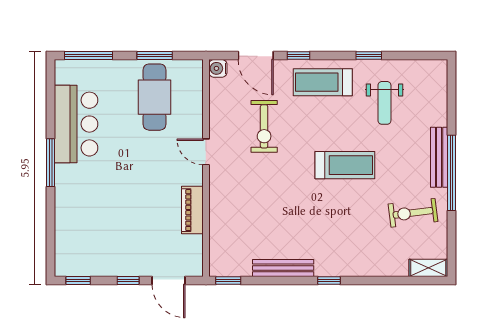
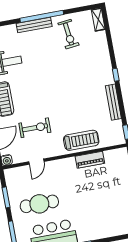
cafe table: (154, 97) -> (39, 204), moved
door: (206, 152) -> (36, 162), moved
treadmill: (345, 165) -> (81, 140), moved, turned 90

